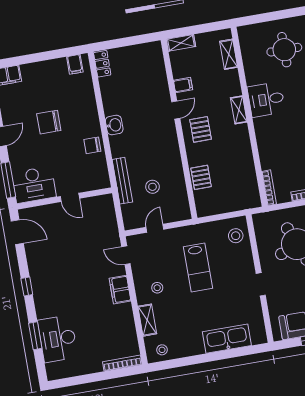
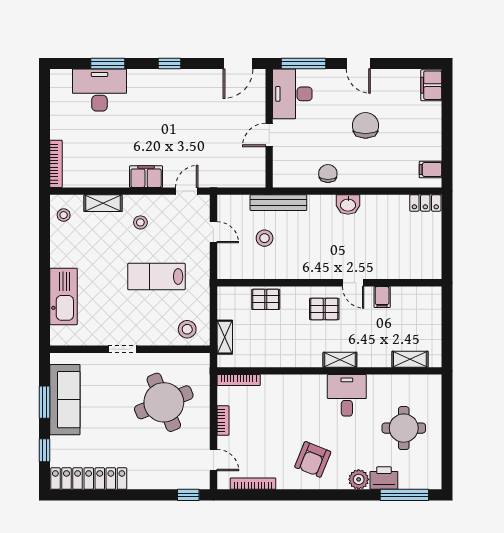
shelving: (181, 43) -> (225, 337), moved

